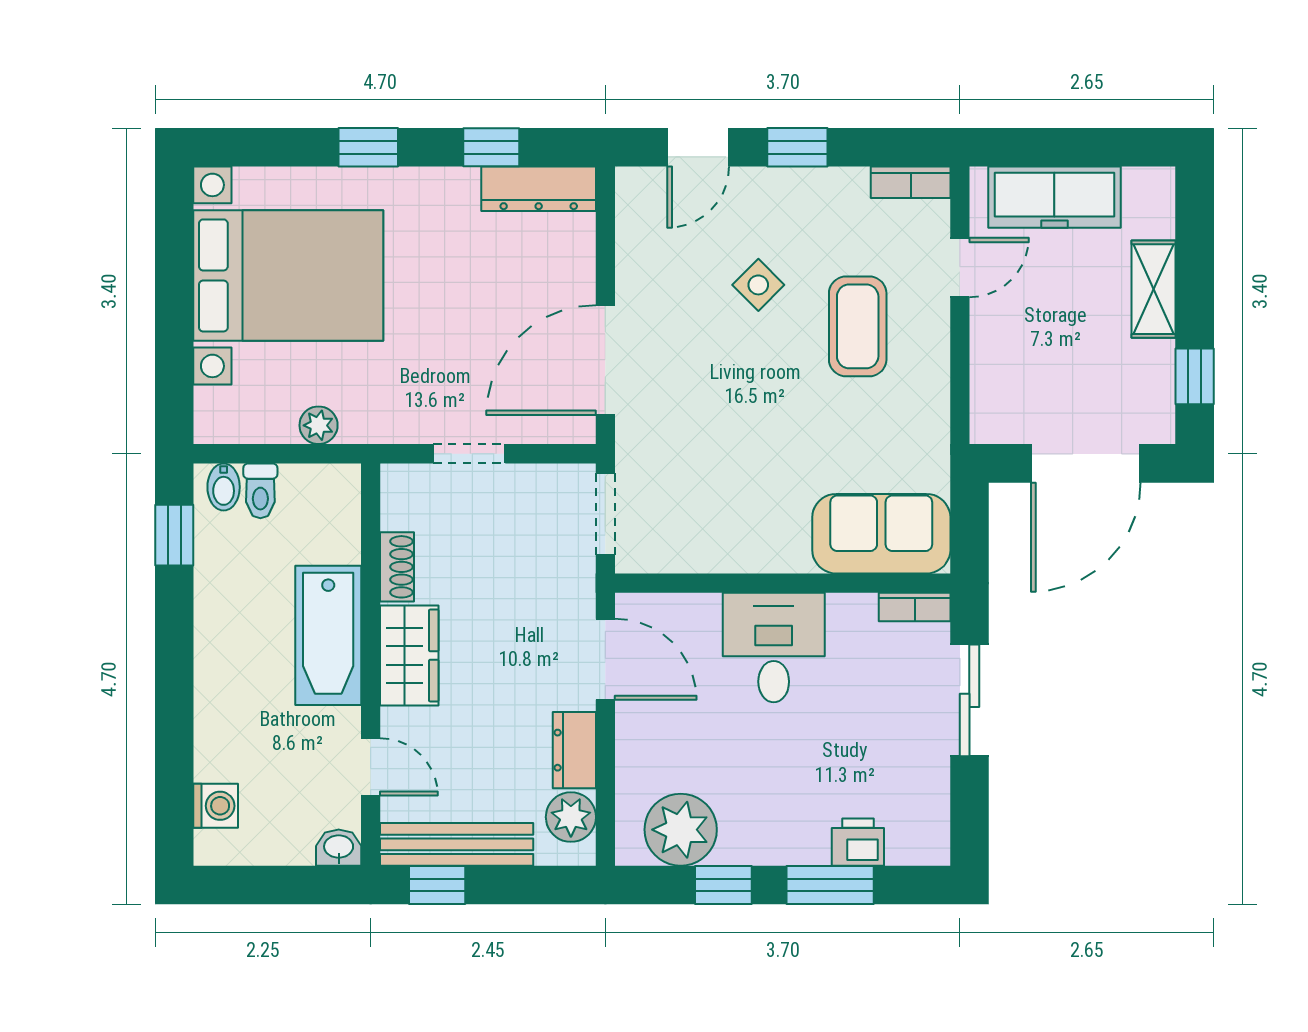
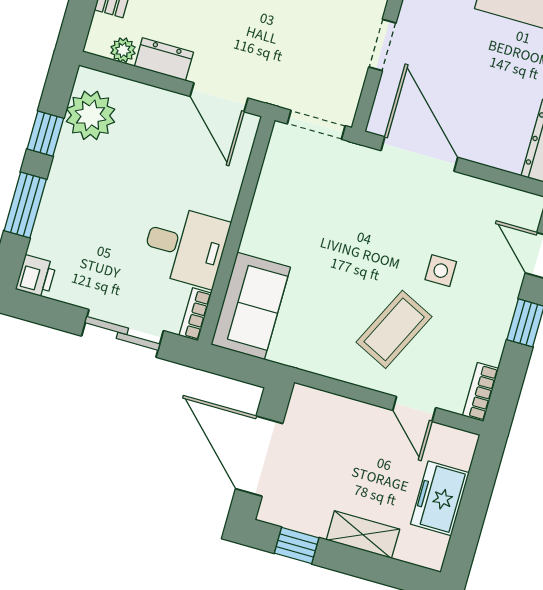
freezer: (1054, 197) -> (440, 498), width x0.71
side table: (758, 285) -> (441, 271), turned 45
coffee table: (858, 326) -> (394, 329), turned -64
desk: (774, 648) -> (185, 246), moved
door: (605, 659) -> (219, 97), hinge flipped
plant: (571, 817) -> (123, 50), width x0.73, depth x0.73
printer: (858, 842) -> (36, 276), moved

